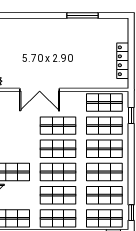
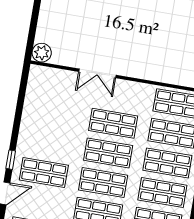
double door: (40, 90) -> (97, 73), width x0.73

